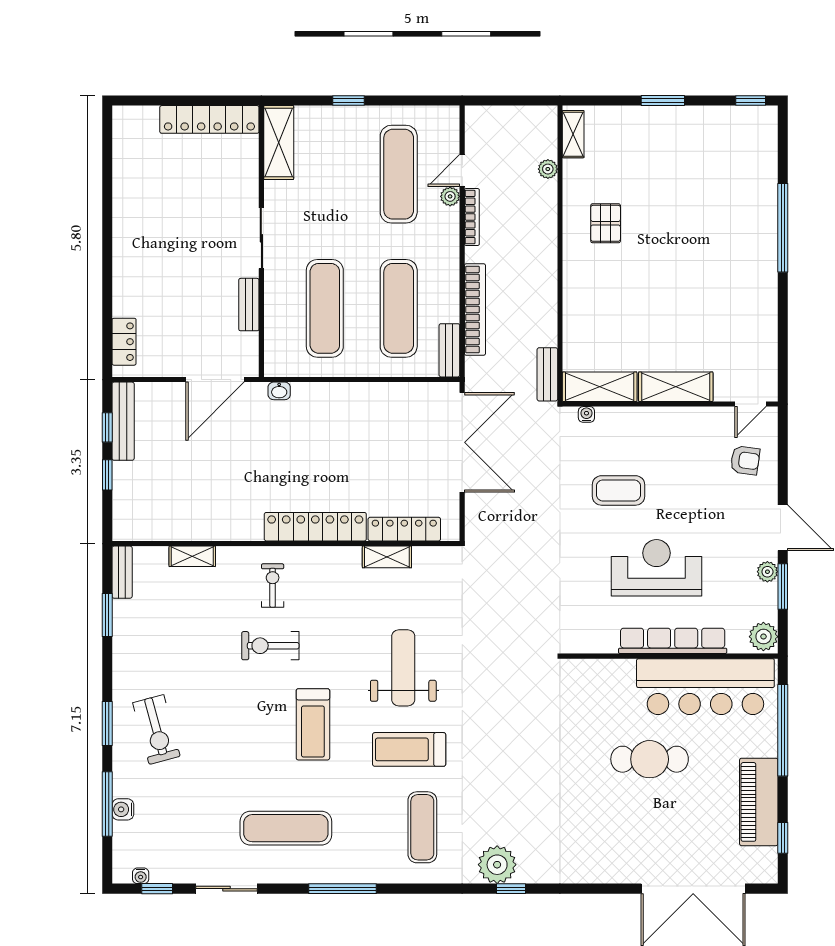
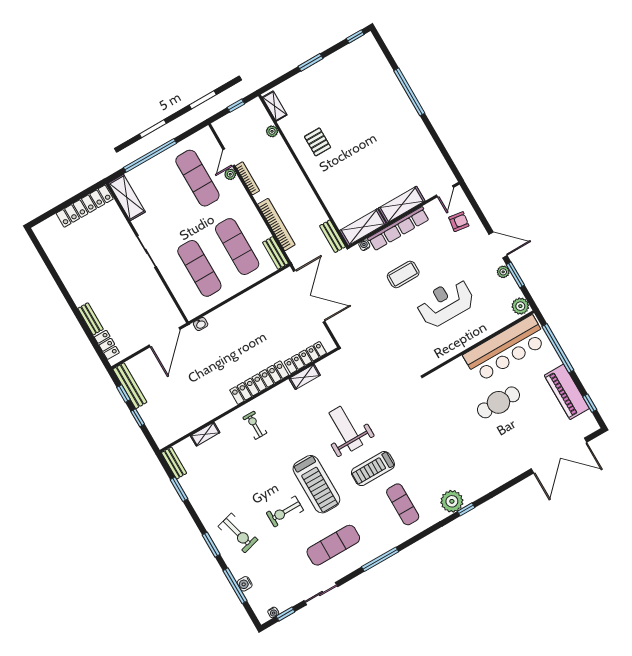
window: (348, 101) -> (150, 155), width x3.17
window: (517, 101) -> (236, 106), added
bench: (249, 305) -> (91, 319), moved
row of seats: (673, 641) -> (398, 229), moved, turned 180
exercise bike: (270, 646) -> (285, 512), moved
treadmill: (313, 724) -> (316, 484), width x1.37, depth x1.38

